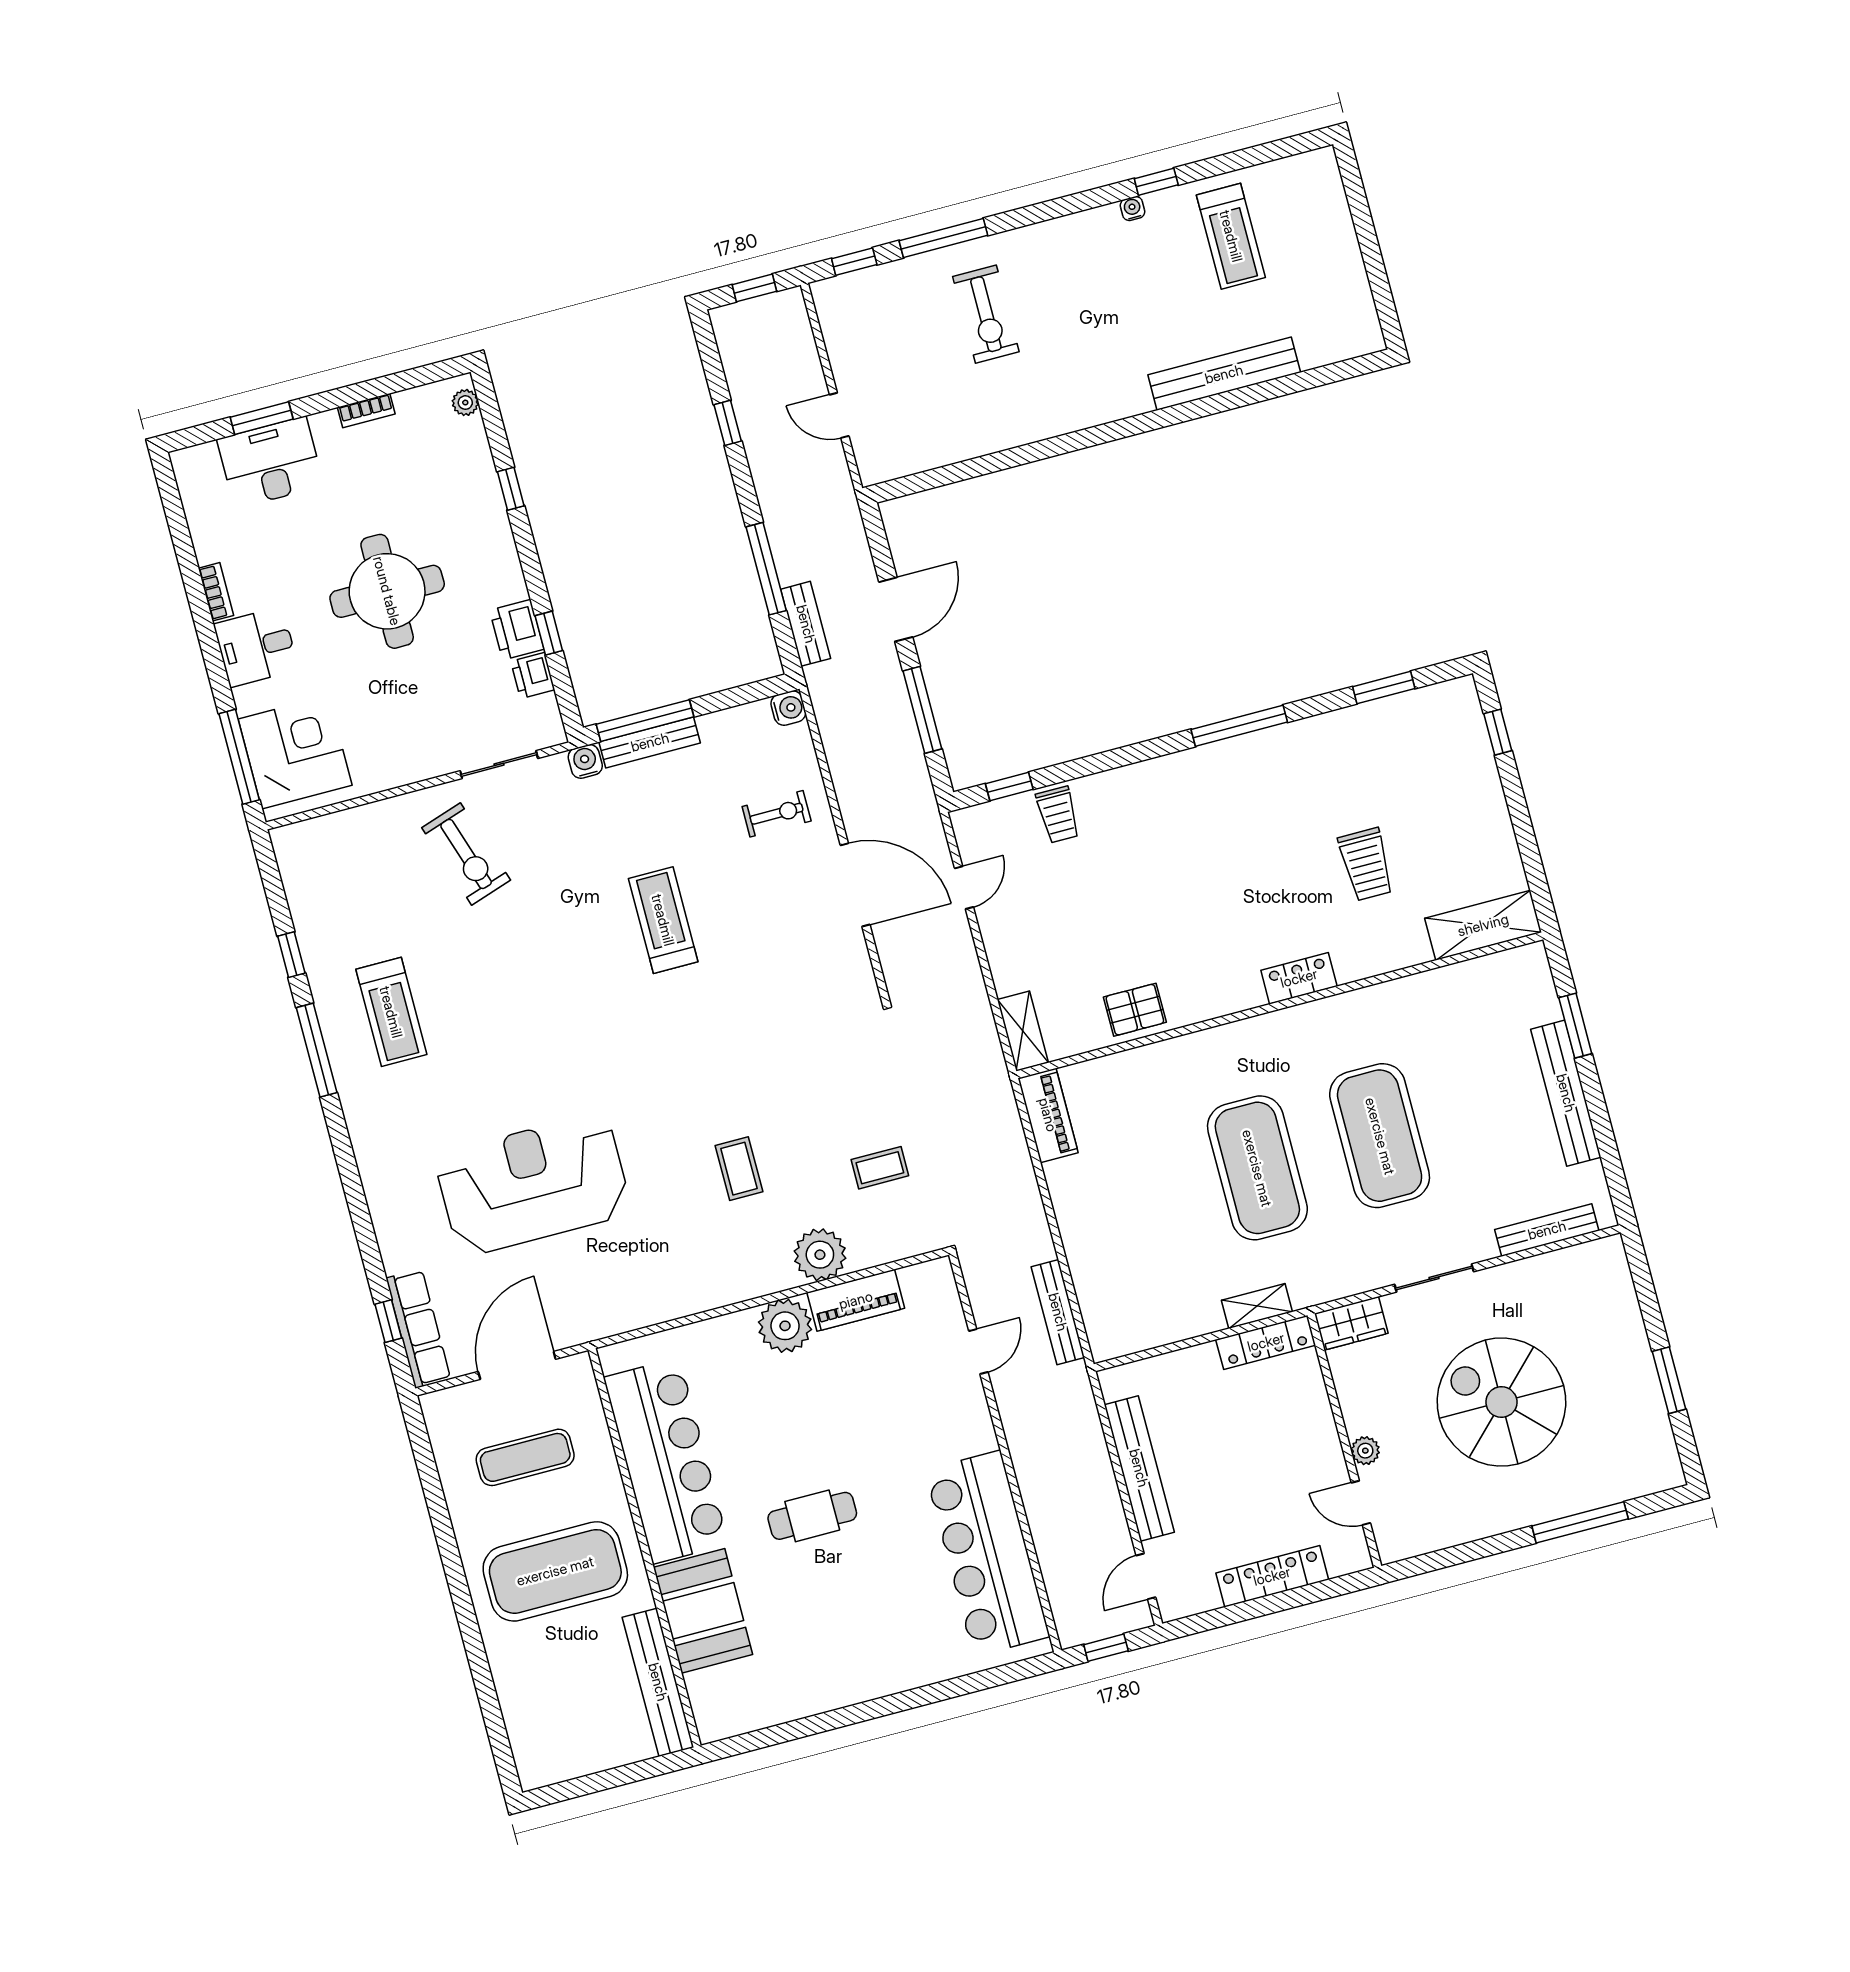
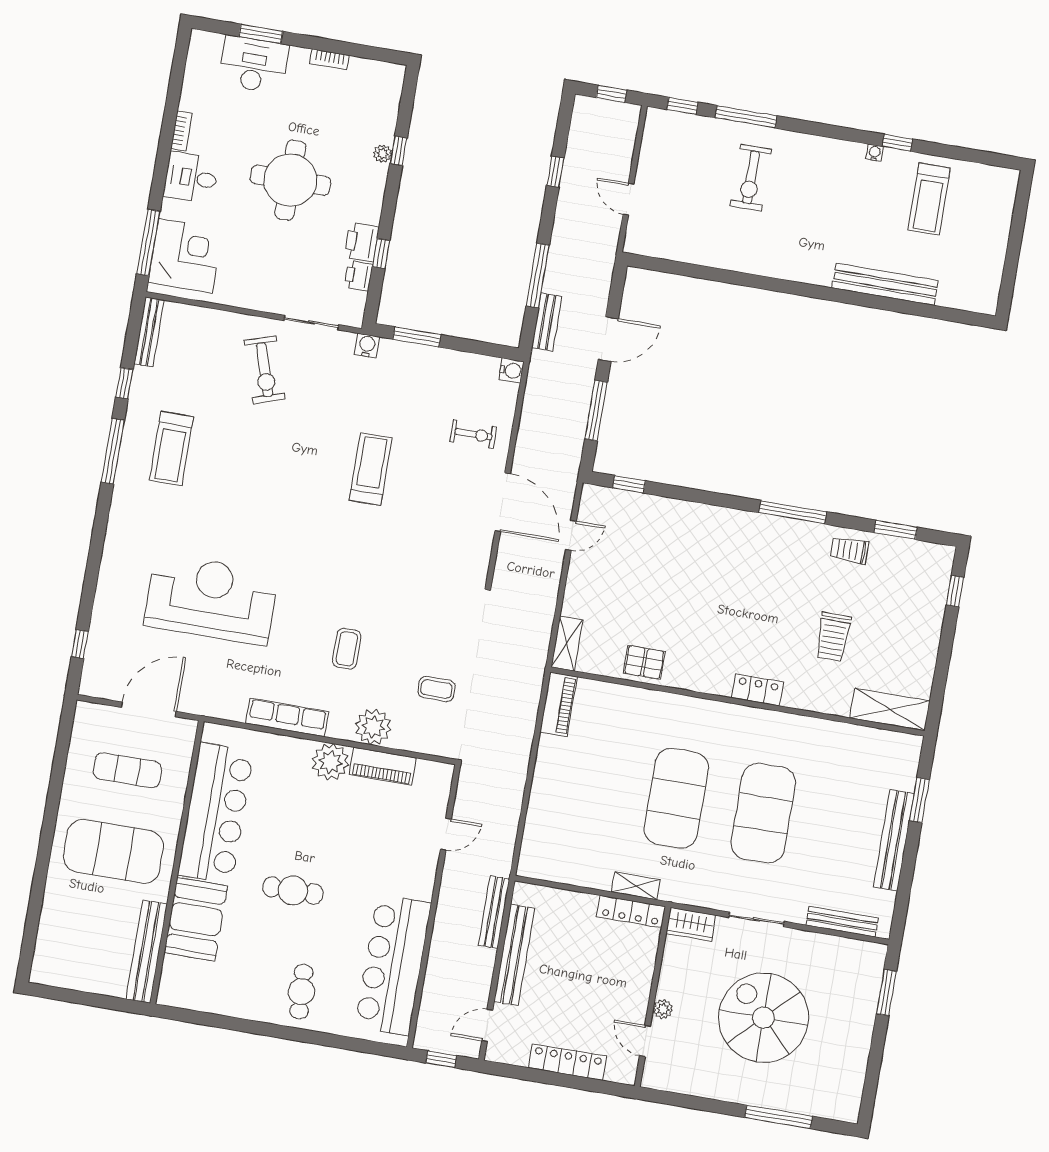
plant: (465, 403) -> (383, 154), moved
window: (645, 721) -> (417, 337), width x0.69
bench: (650, 742) -> (149, 332), moved, turned 90
trolley: (1058, 815) -> (849, 550), moved, turned 90
bench: (1058, 1312) -> (494, 912), moved
row of seats: (418, 1329) -> (287, 717), moved, turned -90
window: (1669, 1380) -> (886, 992), moved
cafe table: (884, 1643) -> (301, 992), added

